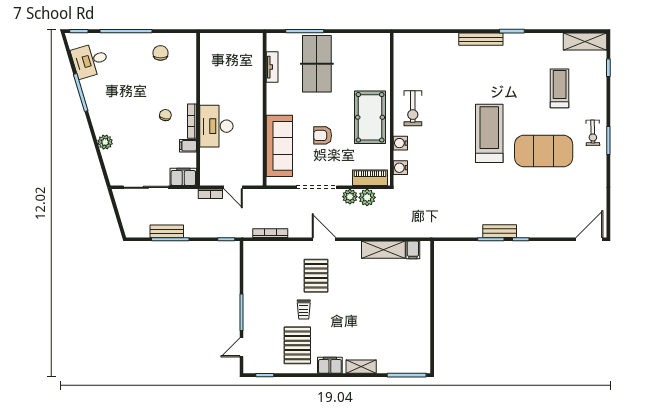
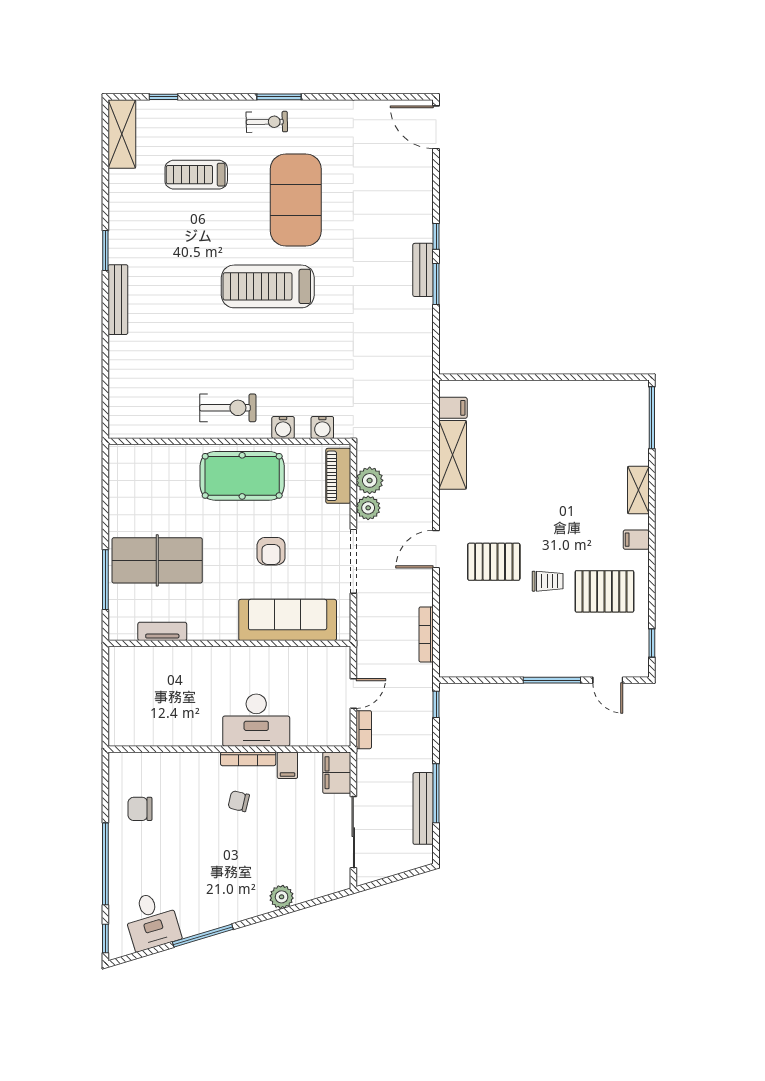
bench: (167, 231) -> (423, 808), width x1.36
filing cabinet: (330, 365) -> (636, 540), width x0.50

